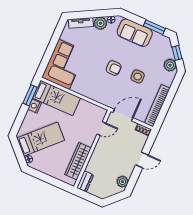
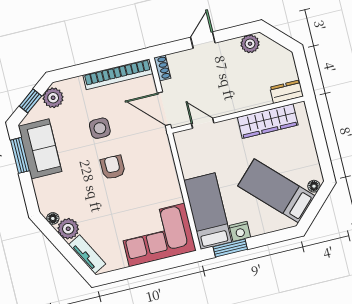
sofa: (135, 33) -> (40, 149), moved
door: (142, 160) -> (203, 40), hinge flipped

